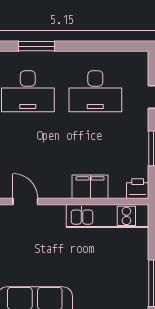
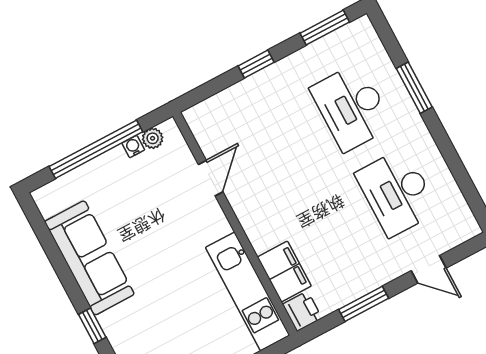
filing cabinet: (90, 187) -> (284, 272), moved

